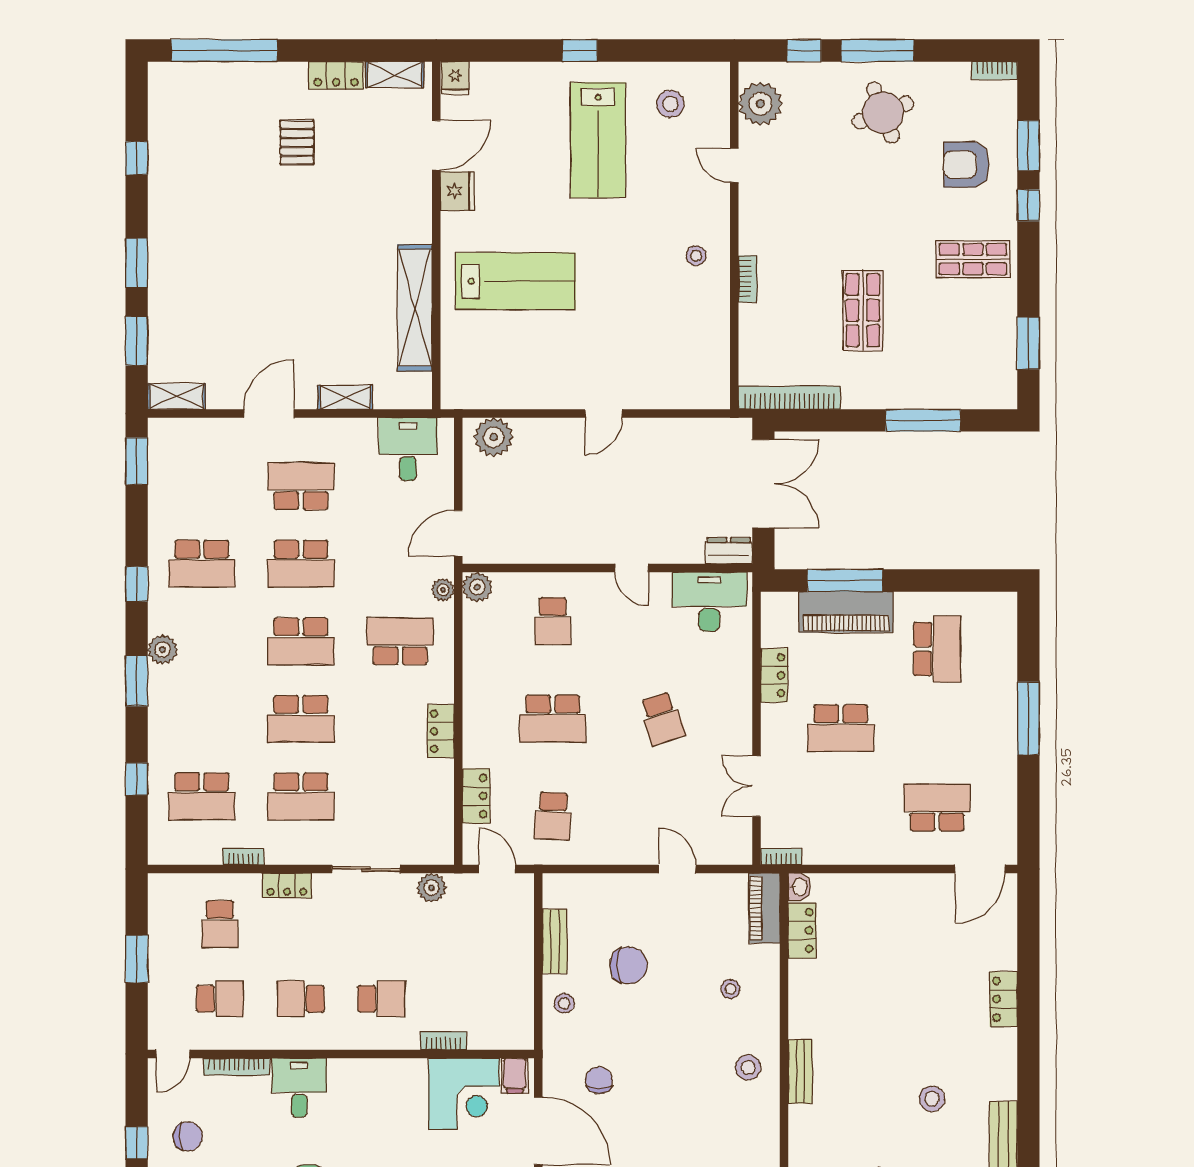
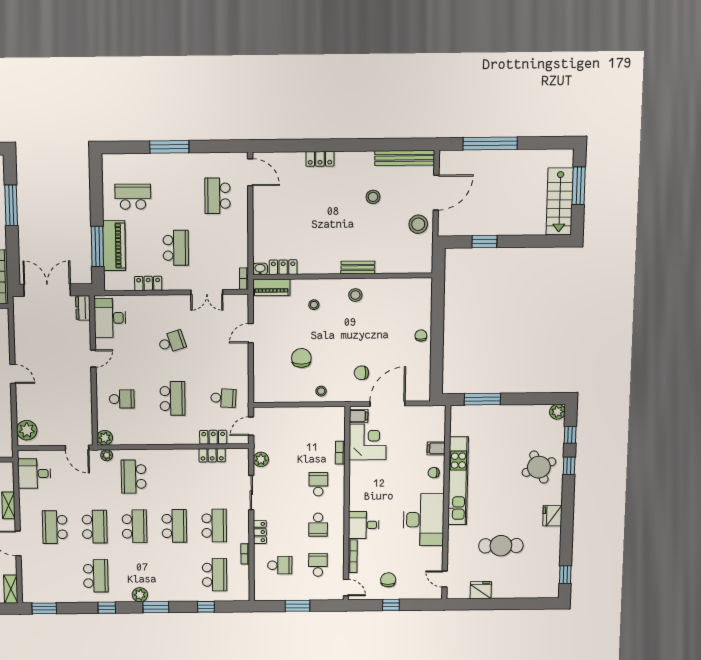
locker: (441, 731) -> (212, 455), moved
bench: (555, 941) -> (289, 396), removed

